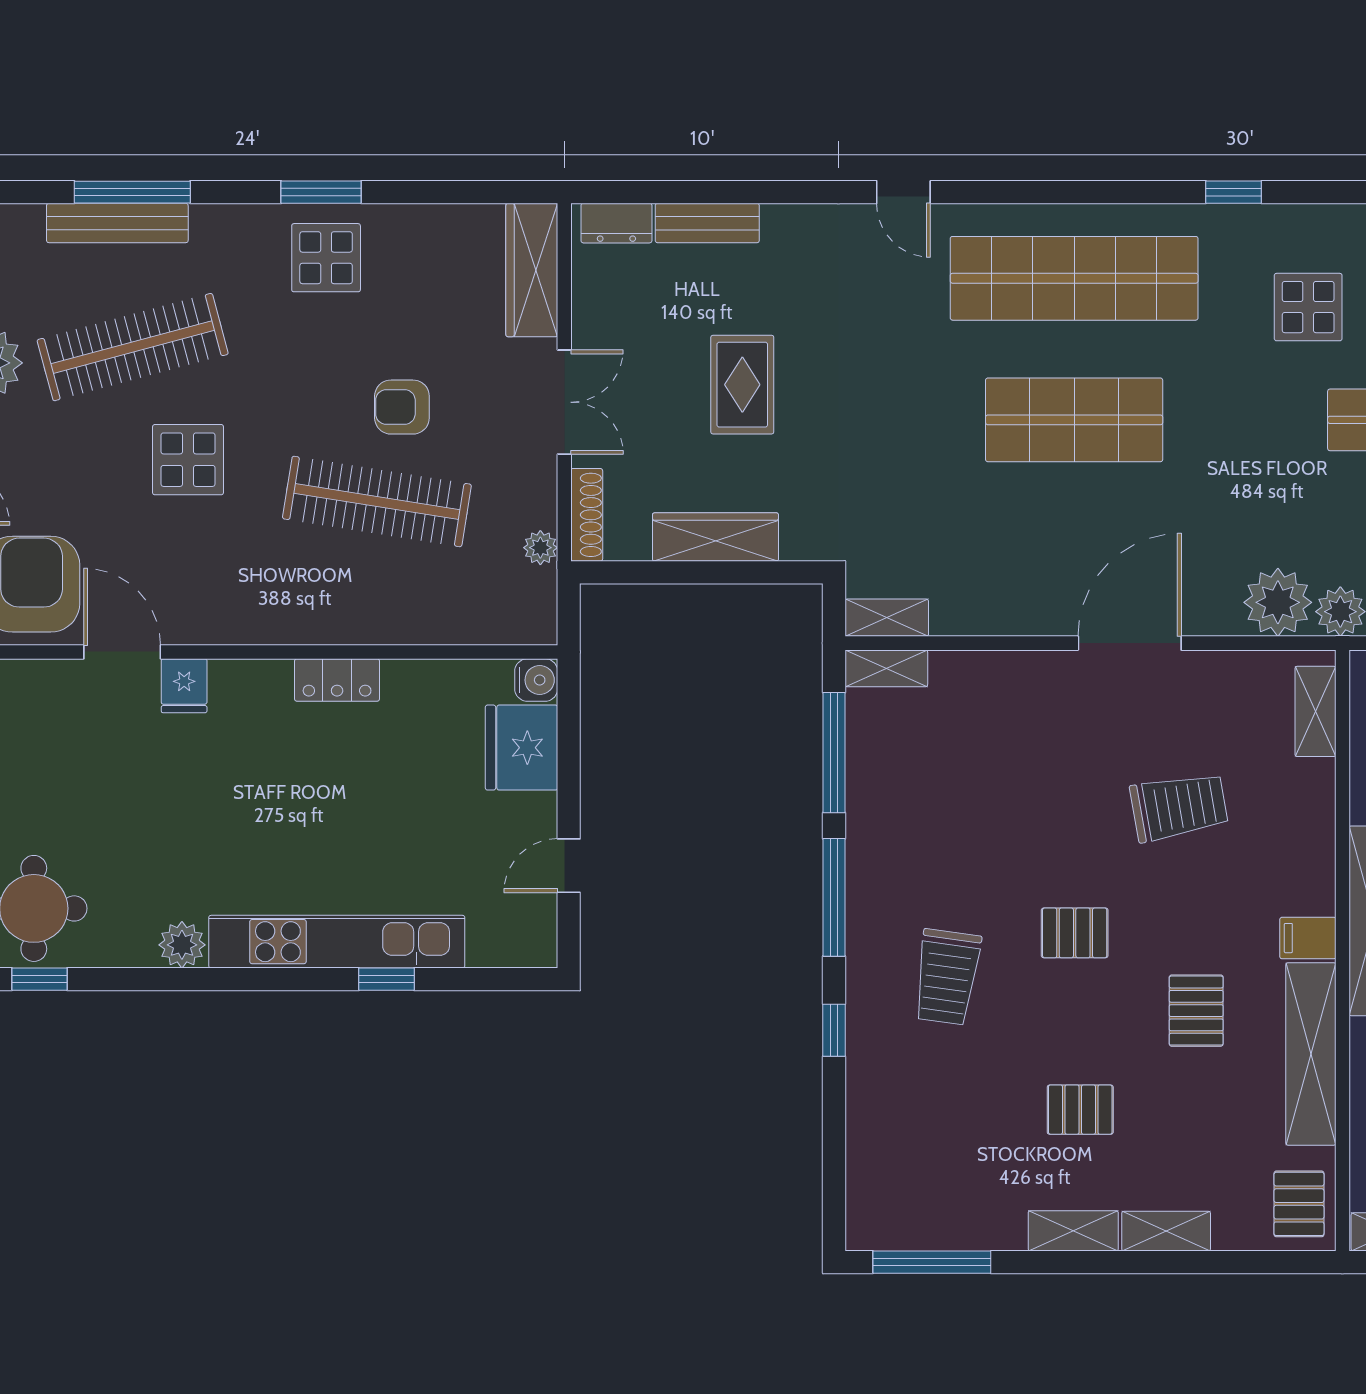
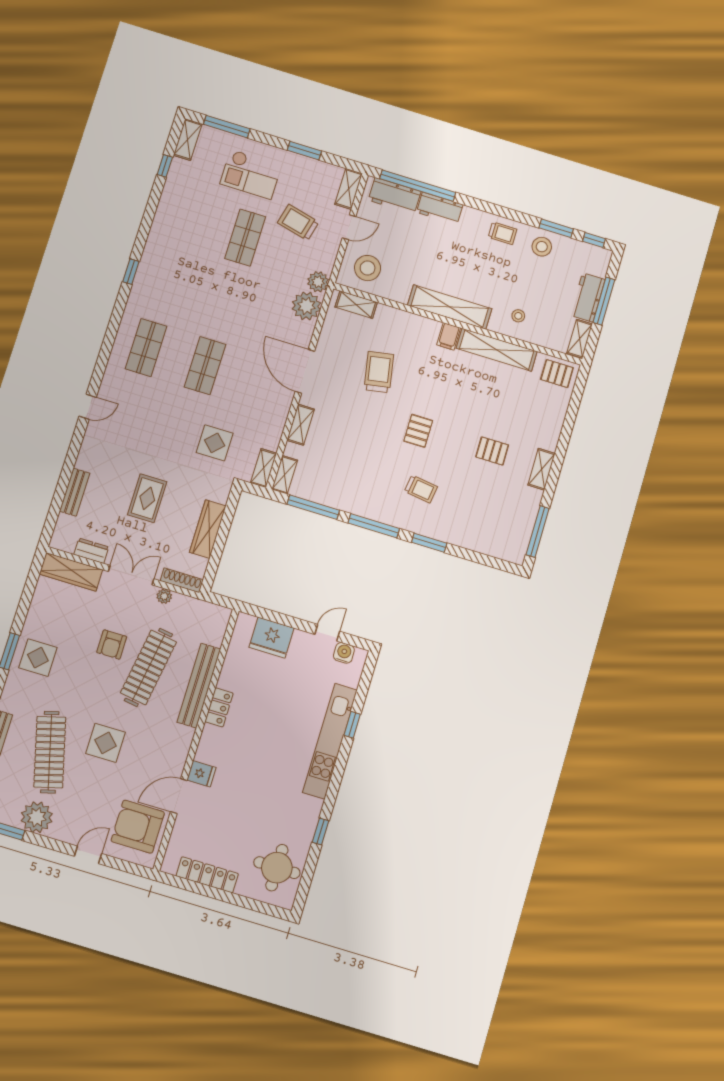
dresser: (616, 223) -> (91, 551), moved, turned -90
shop shelf: (1074, 278) -> (146, 348), width x0.50, depth x0.74
display table: (1308, 307) -> (215, 443), moved
rug: (742, 385) -> (147, 498), turned 90
shop shelf: (1074, 420) -> (205, 366), width x0.70, depth x0.74
plant: (540, 548) -> (164, 596), moved
bench: (371, 622) -> (199, 686), added
water cooler: (536, 680) -> (344, 653), moved
door: (569, 866) -> (327, 633), swing flipped
plant: (182, 945) -> (311, 808), removed
trolley: (947, 977) -> (421, 489), width x0.73, depth x0.72
window: (40, 979) -> (321, 831), moved
pallet: (1196, 1011) -> (465, 391), removed
window: (834, 1030) -> (429, 543), width x1.50
pallet: (1080, 1110) -> (492, 451), turned 90
shelving: (1166, 1231) -> (301, 425), moved

